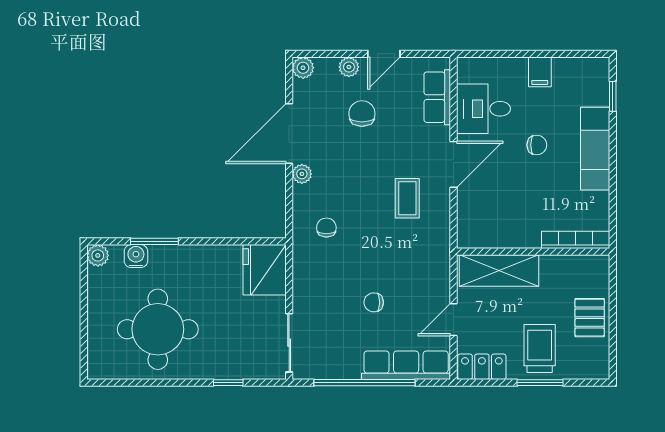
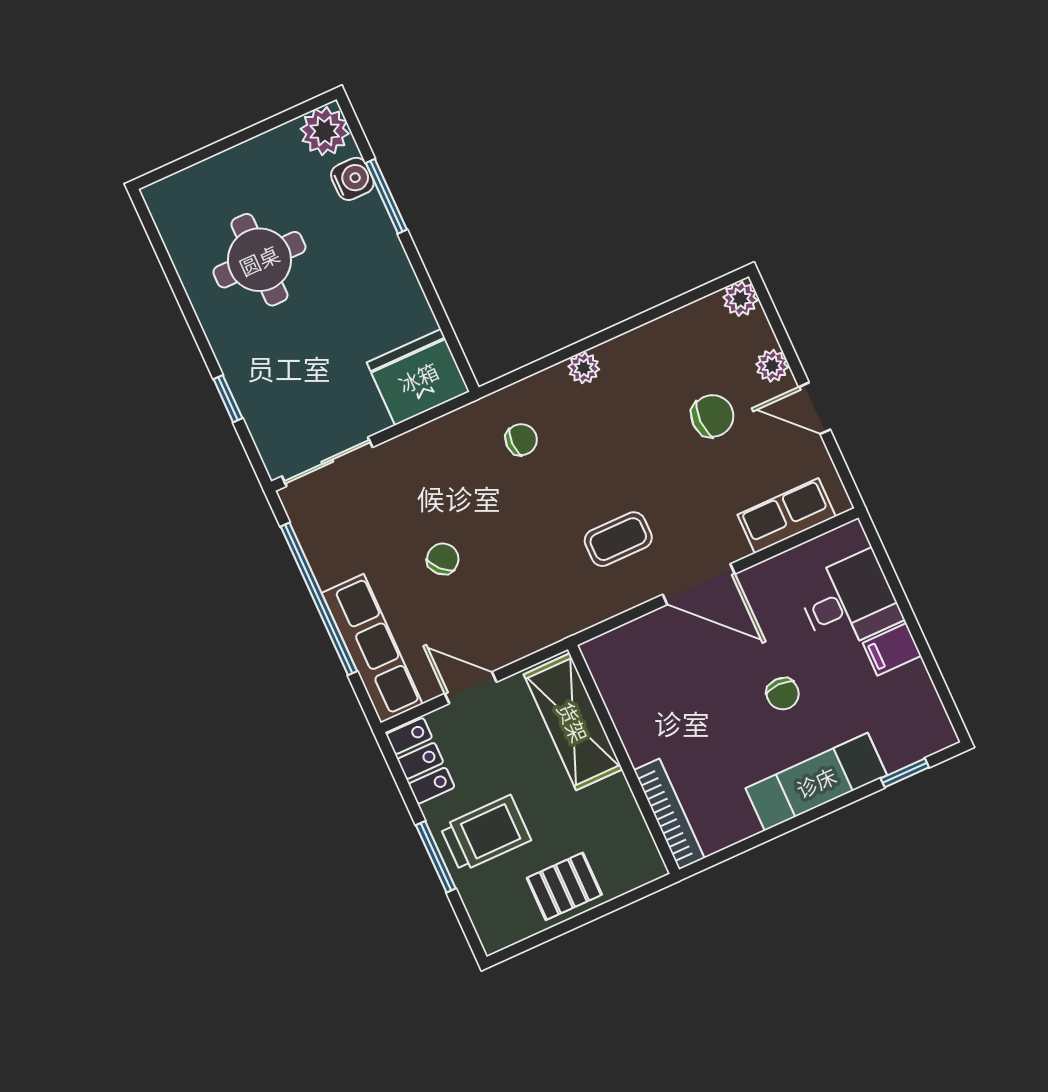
desk: (483, 109) -> (849, 601), moved, turned 90
door: (289, 134) -> (635, 322), removed
plant: (98, 255) -> (325, 131), width x1.38, depth x1.38
chair: (374, 302) -> (443, 559), turned 46
round table: (158, 329) -> (259, 260), width x0.73, depth x0.73

